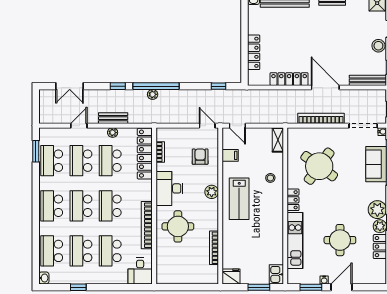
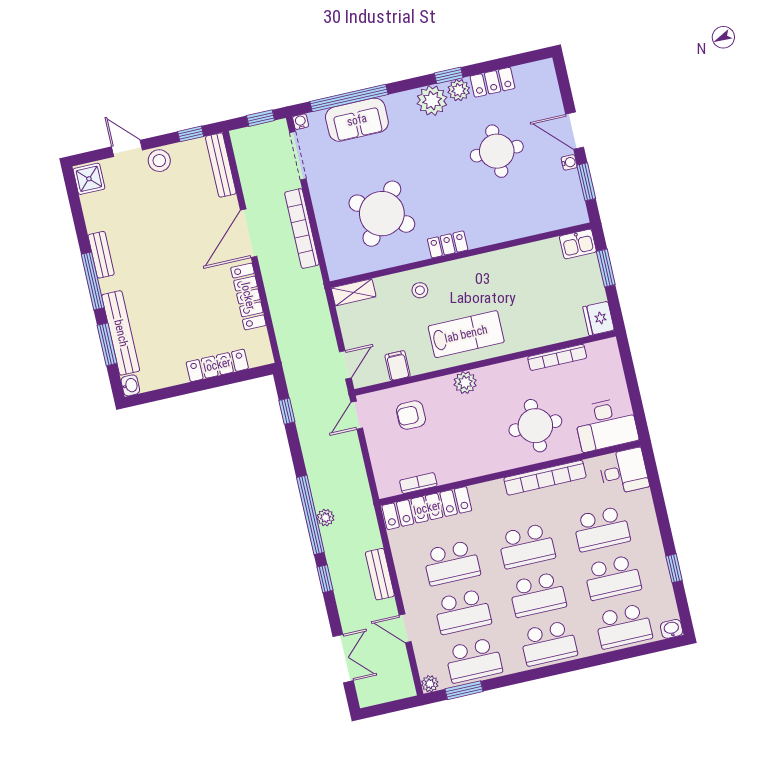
plant: (113, 133) -> (430, 684), moved
desk: (169, 188) -> (606, 424), moved
kitchen unit: (295, 241) -> (514, 226), removed

